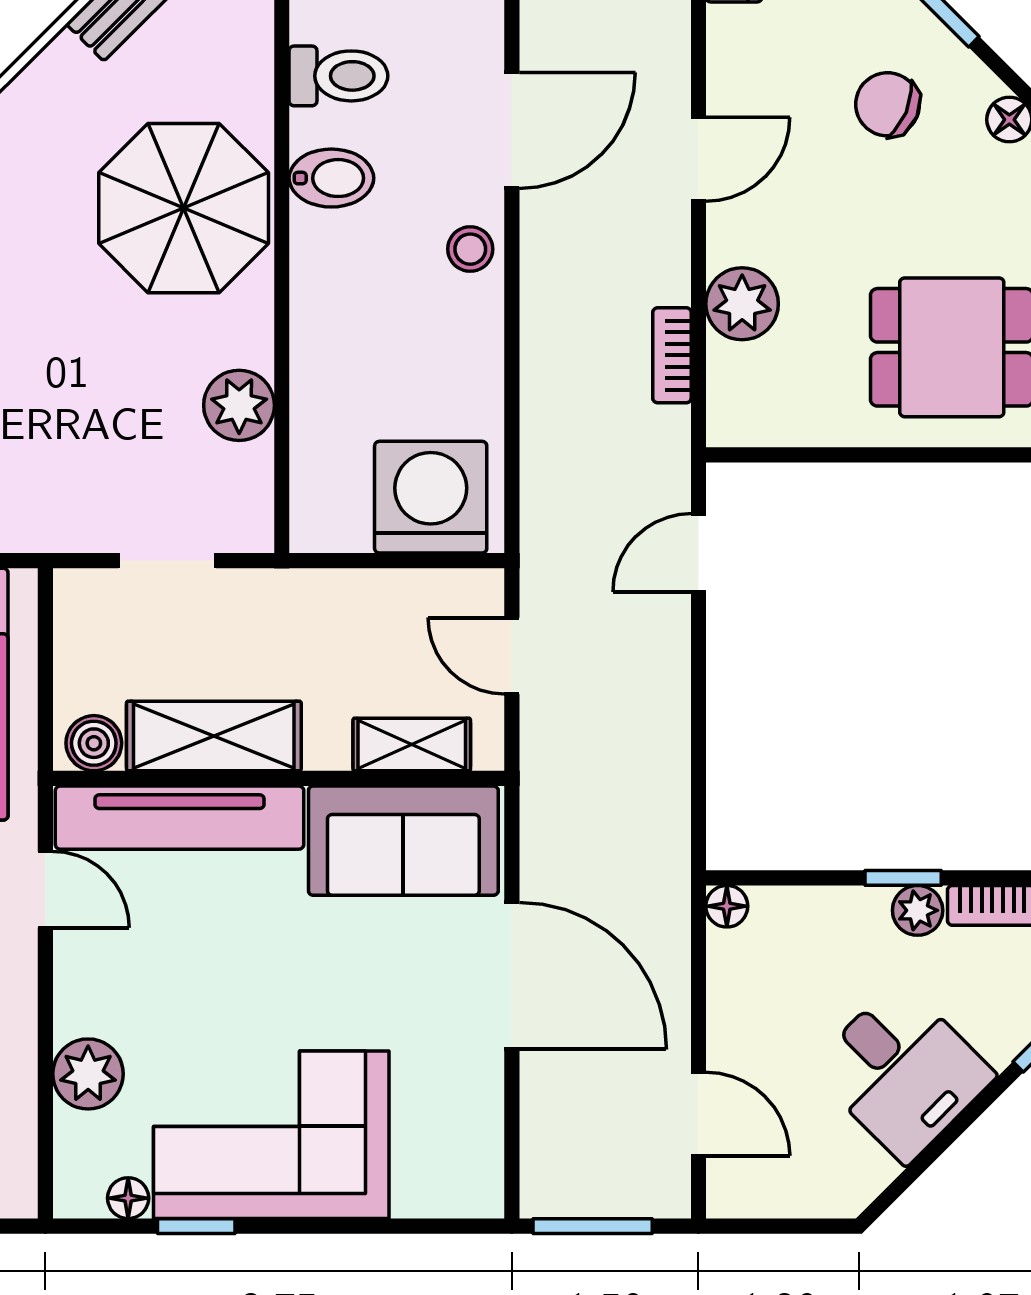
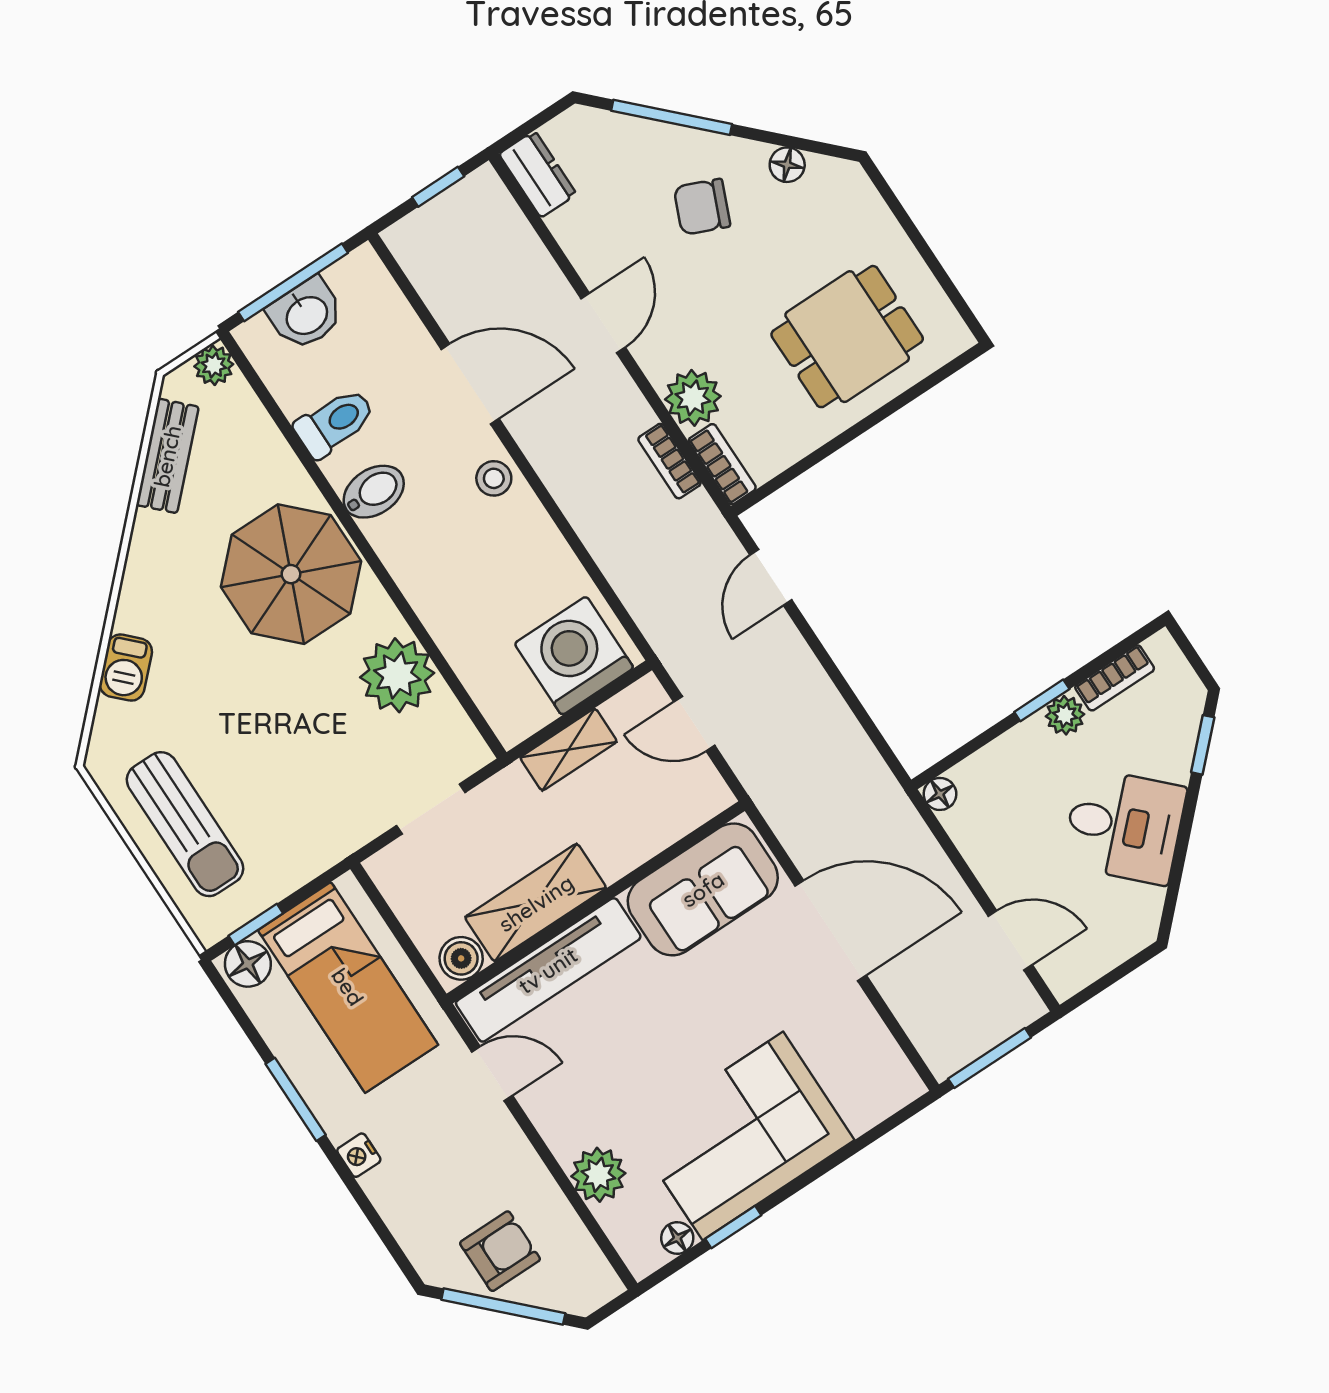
door: (512, 130) -> (470, 384), hinge flipped
bookcase: (726, 396) -> (722, 464), added
plant: (239, 405) -> (397, 675), width x1.36, depth x1.36
shelving: (412, 745) -> (569, 750), moved

